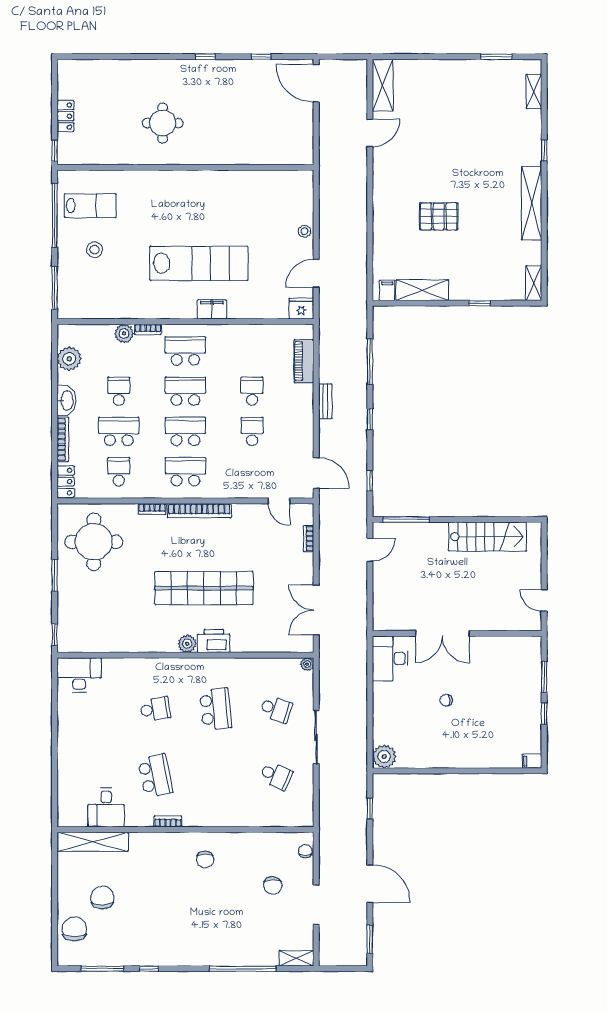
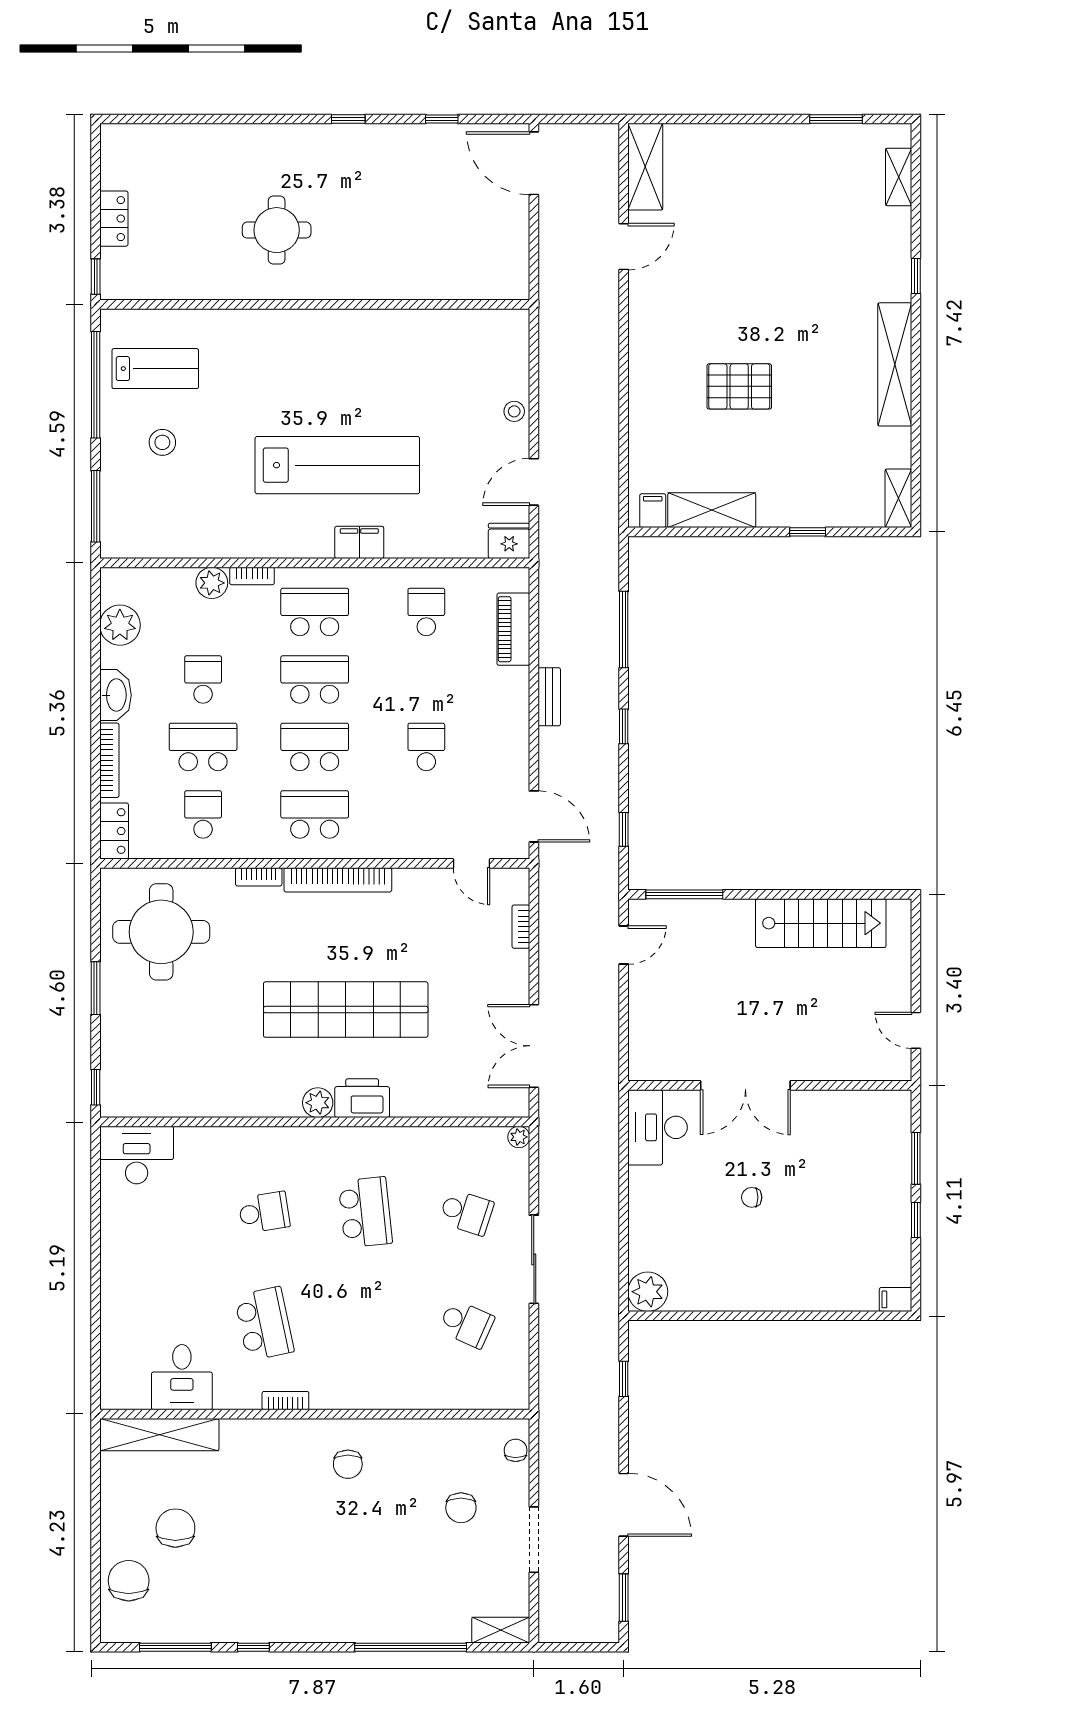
school desk: (252, 391) -> (426, 612), moved

